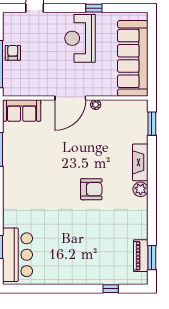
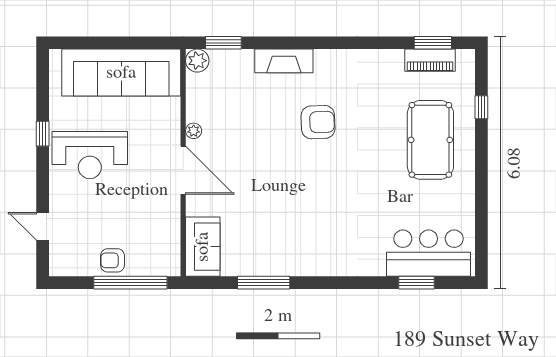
armchair: (91, 189) -> (318, 122), moved, turned 88
plant: (140, 189) -> (197, 61), moved
pool table: (90, 256) -> (430, 140), added

